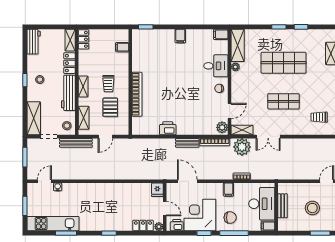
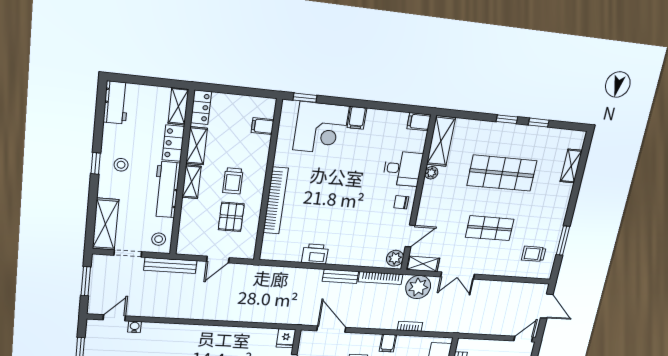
corner desk: (159, 45) -> (321, 128), added
shelving: (84, 118) -> (197, 146), moved

